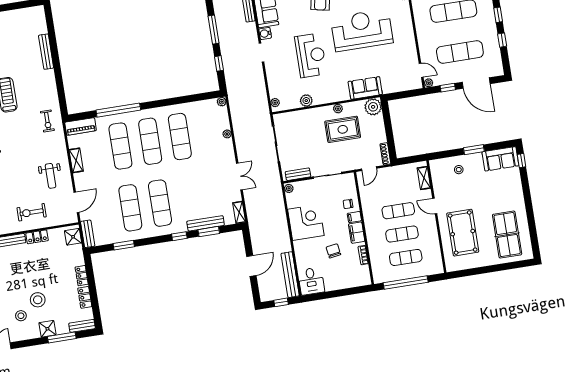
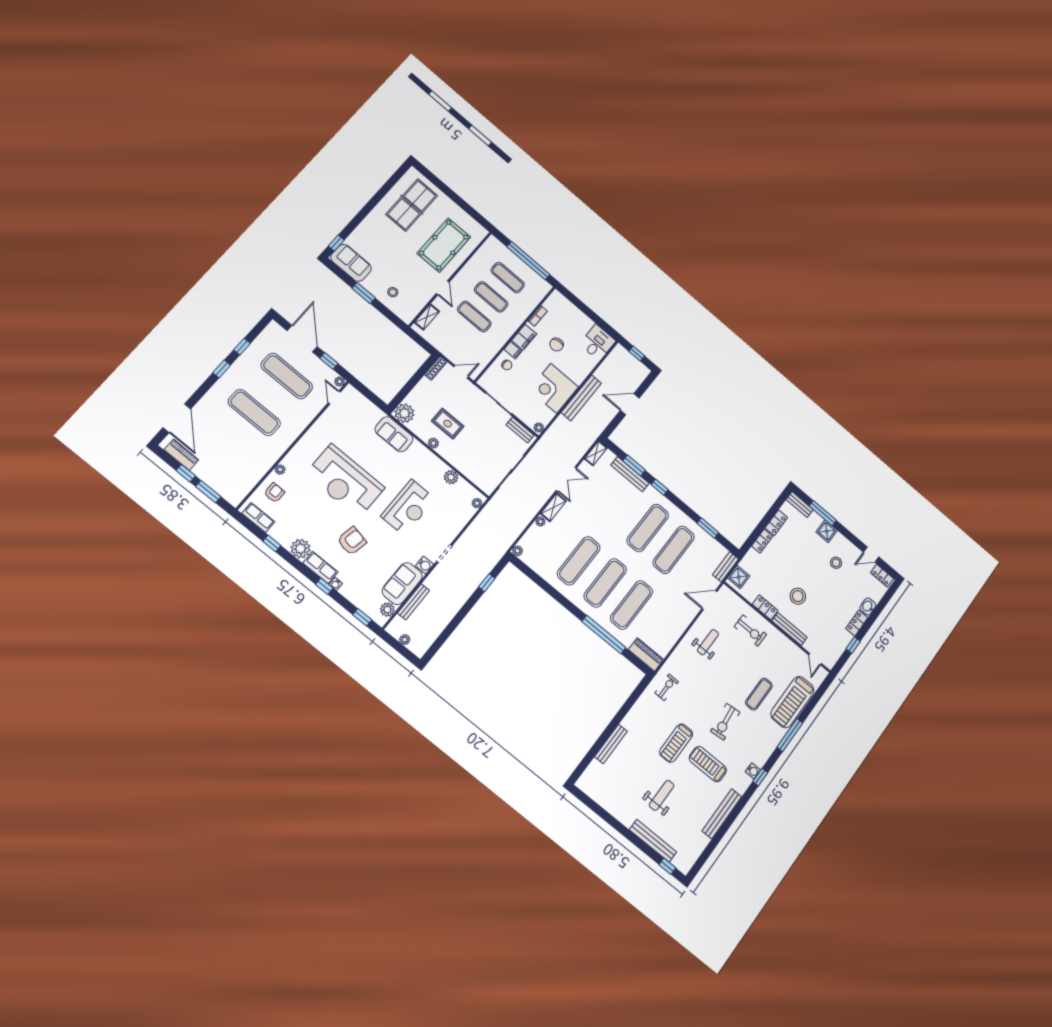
window: (214, 30) -> (462, 614), removed
reception desk: (311, 55) -> (408, 507), turned 180
rug: (343, 129) -> (448, 424), width x0.73, depth x0.70
shelving: (76, 160) -> (553, 507), moved
double door: (239, 176) -> (566, 479), swing flipped
bench: (290, 275) -> (581, 398), moved
stool: (38, 300) -> (798, 596), moved

